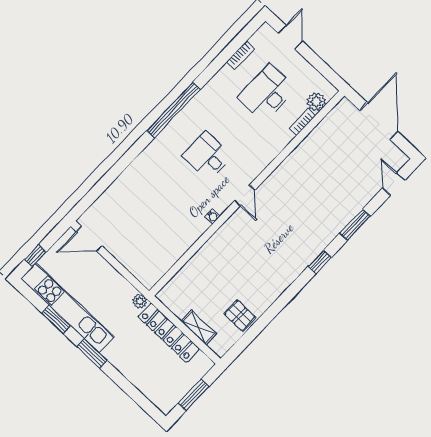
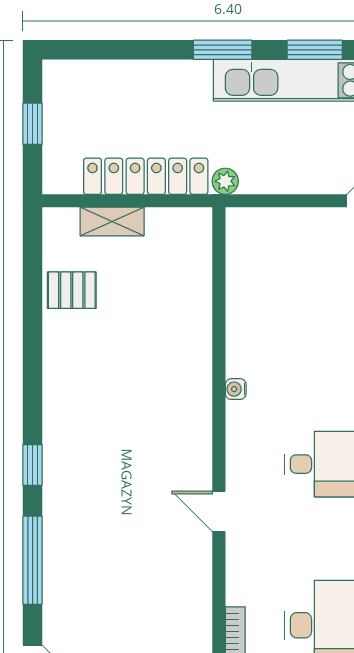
door: (245, 196) -> (219, 511), moved
window: (355, 225) -> (33, 560), width x1.44
window: (193, 395) -> (33, 124), width x0.67

